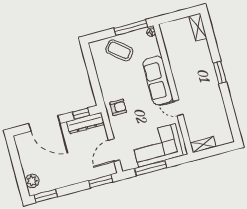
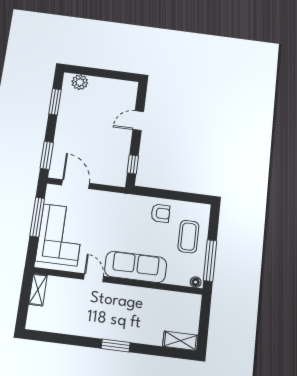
coffee table: (119, 50) -> (188, 237), turned -39
armchair: (118, 107) -> (160, 213), moved, turned -90
door: (178, 108) -> (94, 278), hinge flipped
door: (44, 123) -> (138, 121), width x0.53
dresser: (85, 123) -> (120, 165), removed
window: (46, 196) -> (55, 102), moved

